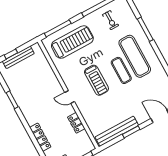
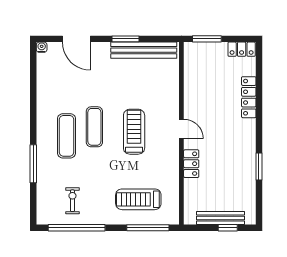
treadmill: (72, 42) -> (138, 199), width x0.73, depth x0.73
exercise mat: (135, 56) -> (67, 136), width x0.73, depth x0.69
locker: (76, 123) -> (191, 164), moved

